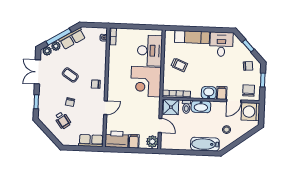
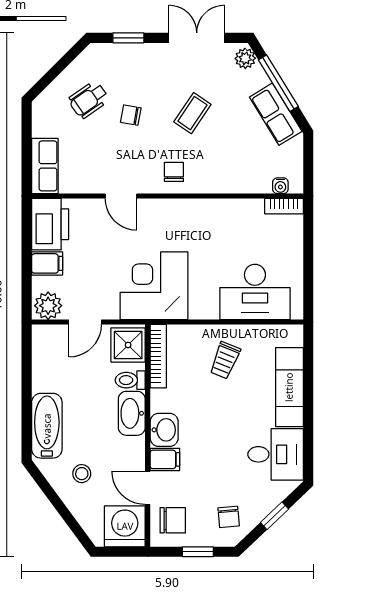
plant: (56, 46) -> (257, 78), removed
corner desk: (146, 82) -> (154, 286), moved

